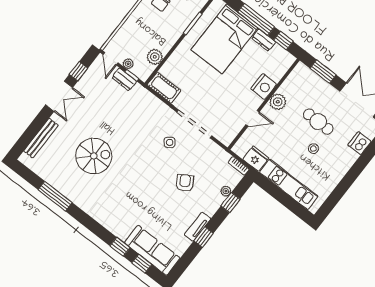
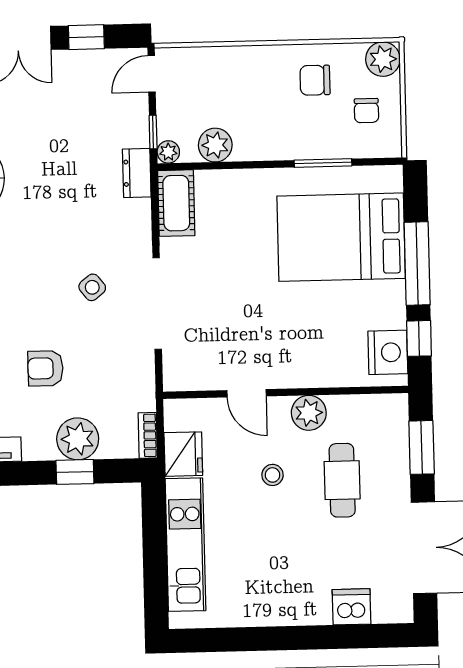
dresser: (264, 40) -> (393, 305), removed
plant: (128, 64) -> (168, 152), moved
dresser: (124, 79) -> (137, 173), moved
nightstand: (264, 87) -> (388, 352), moved, turned -90
cafe table: (318, 122) -> (342, 480), moved
stool: (313, 149) -> (273, 475), moved
armchair: (185, 183) -> (45, 368), turned -148
plant: (226, 191) -> (78, 439), width x1.87, depth x1.87

